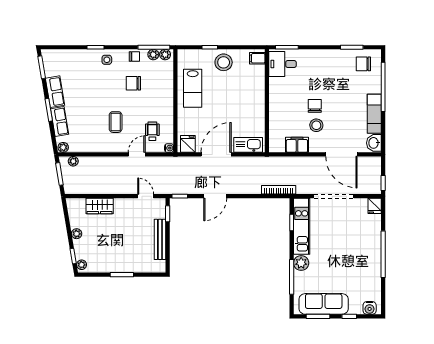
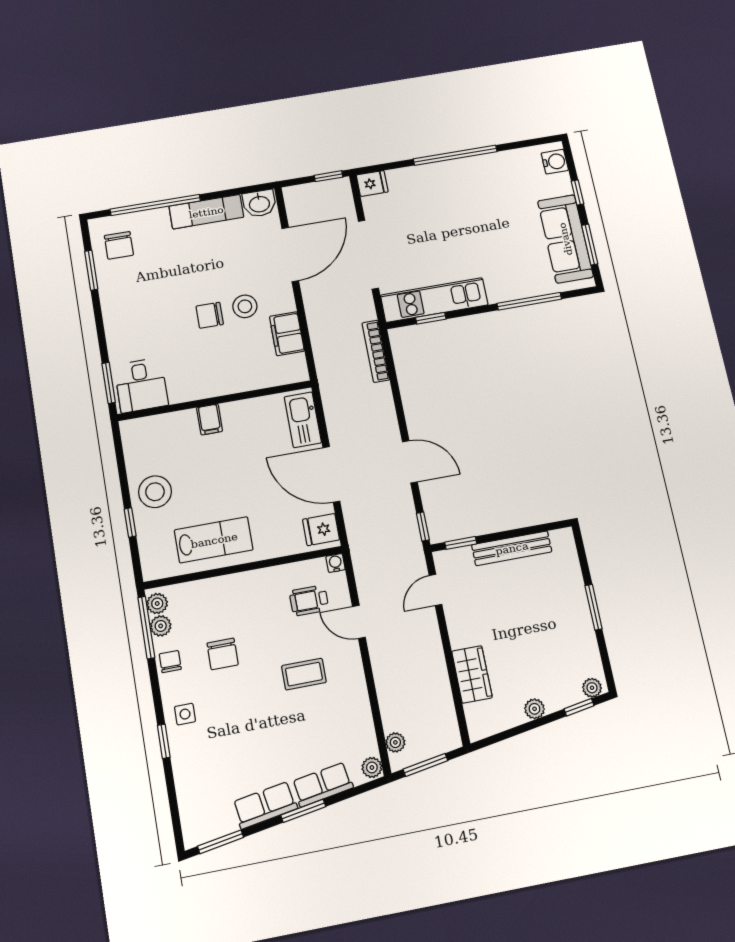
filing cabinet: (257, 58) -> (210, 419), moved
plant: (301, 263) -> (501, 289), removed

